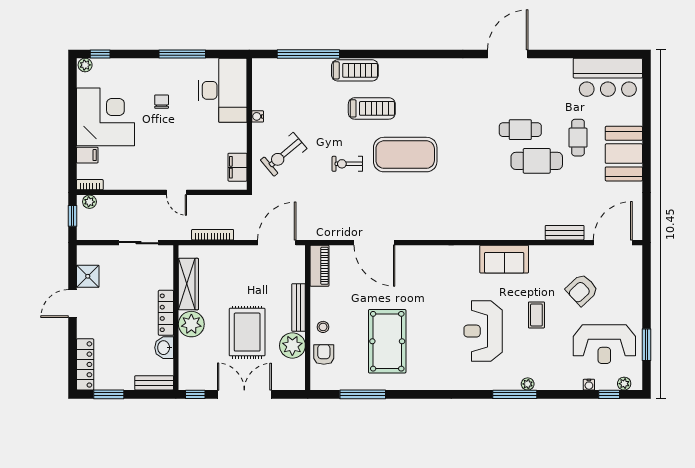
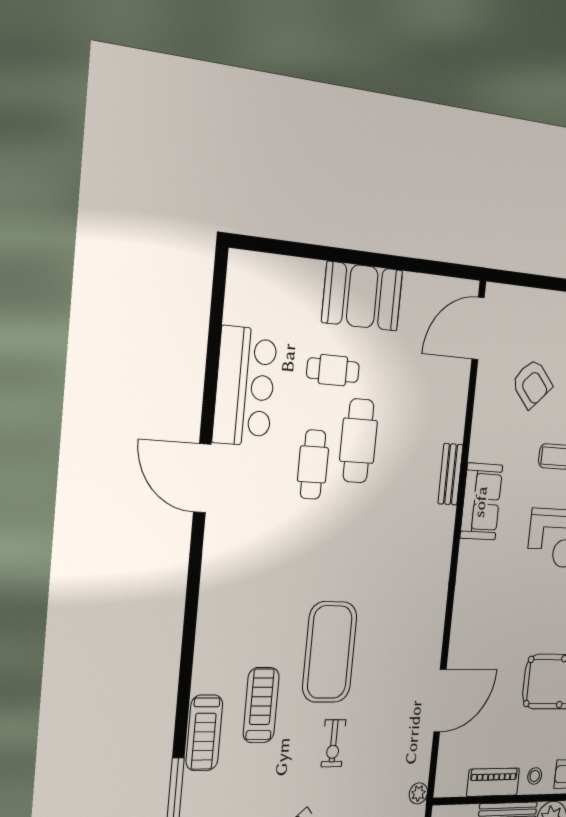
treadmill: (355, 70) -> (204, 733), turned 180
bar counter: (608, 77) -> (245, 386), moved
plant: (313, 233) -> (418, 793), added
bench: (565, 233) -> (450, 474), moved
door: (613, 243) -> (478, 328), hinge flipped
piano: (319, 266) -> (493, 782), moved

